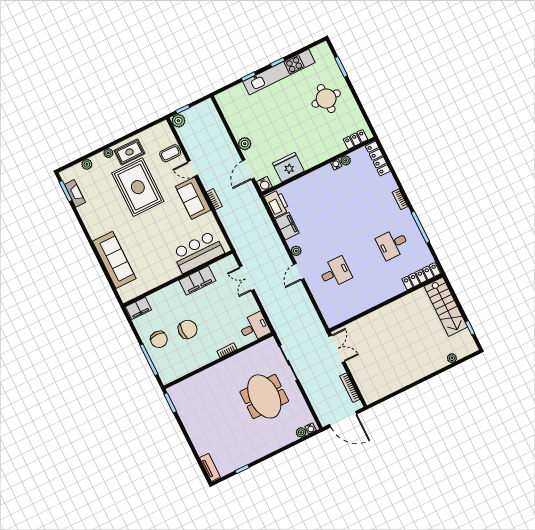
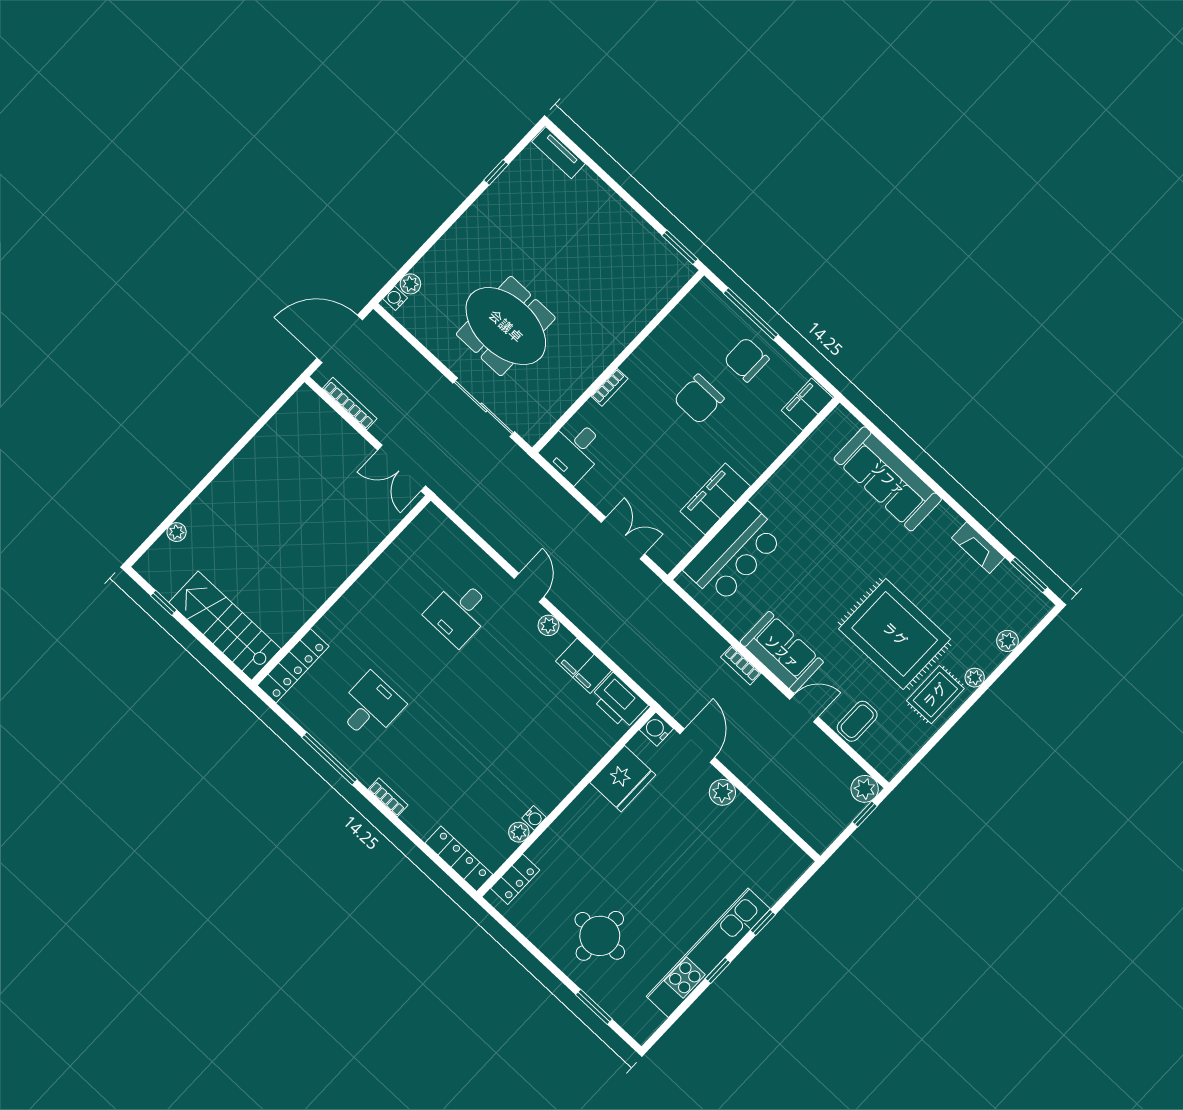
fireplace: (75, 193) -> (978, 548), moved

